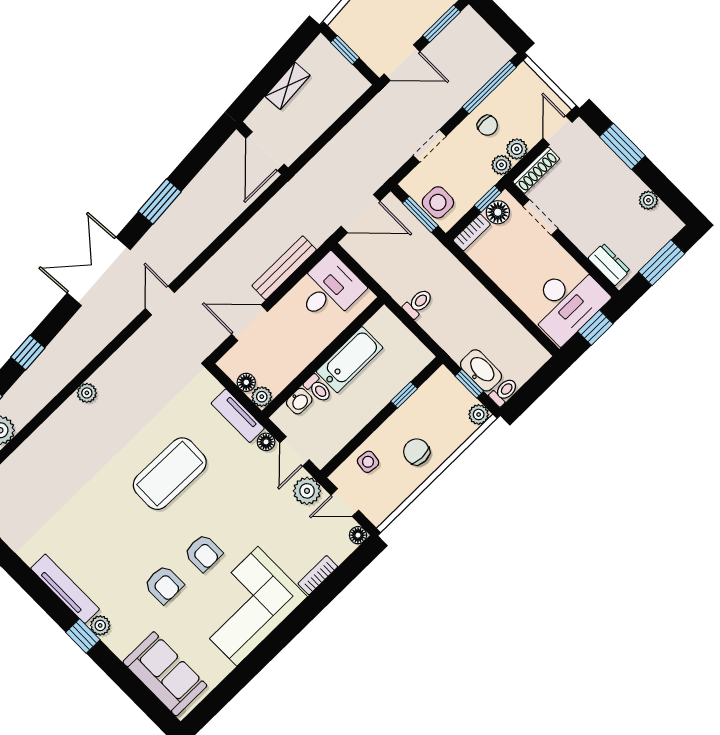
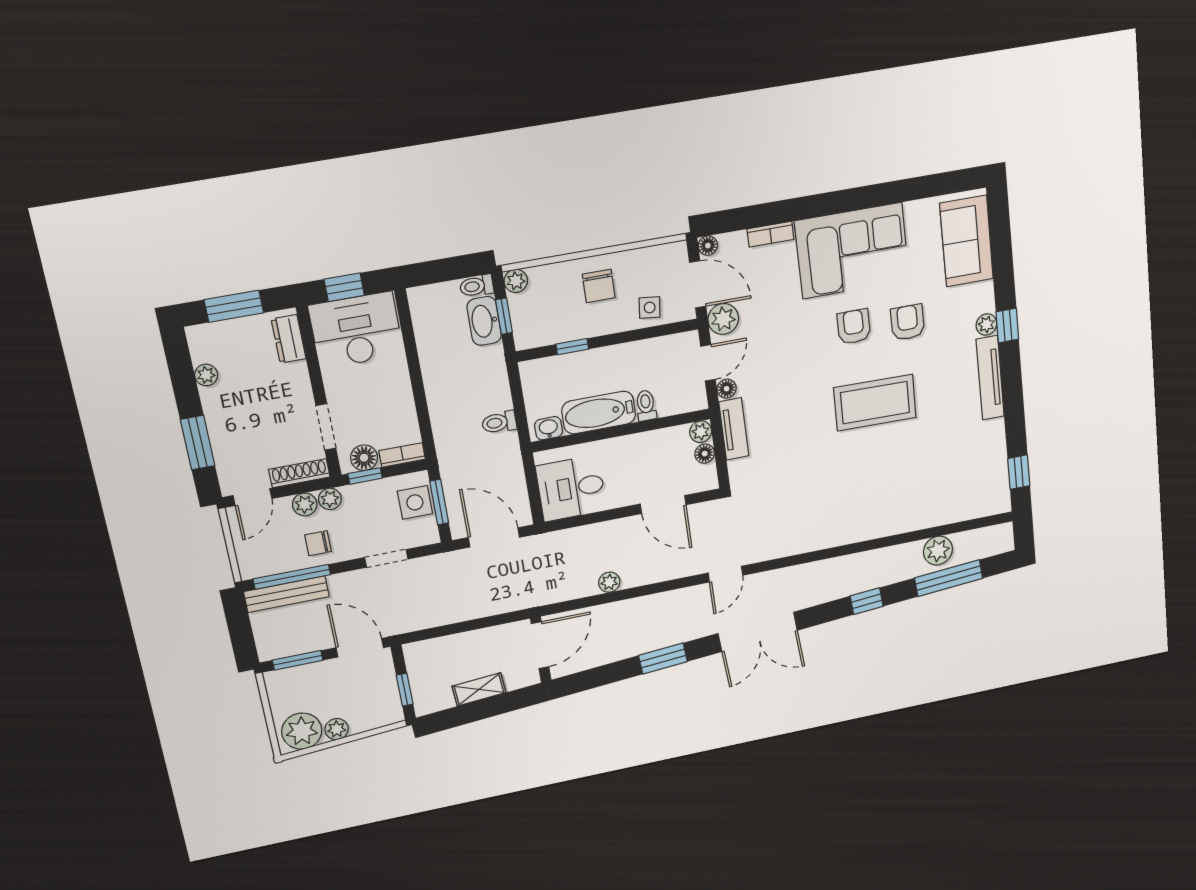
chair: (487, 125) -> (318, 543), turned -90
bench: (284, 268) -> (287, 594), moved
plant: (87, 393) -> (609, 582), moved
washbasin: (299, 401) -> (549, 428), moved
coffee table: (170, 474) -> (875, 403), moved
door: (345, 503) -> (698, 284), width x1.38

